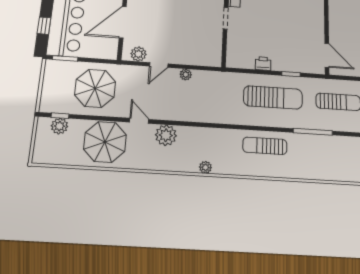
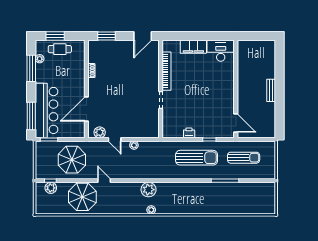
window: (44, 26) -> (31, 116), width x2.17
door: (159, 65) -> (115, 139), hinge flipped
plant: (166, 135) -> (149, 190), moved
sun lounger: (265, 146) -> (191, 193), removed

